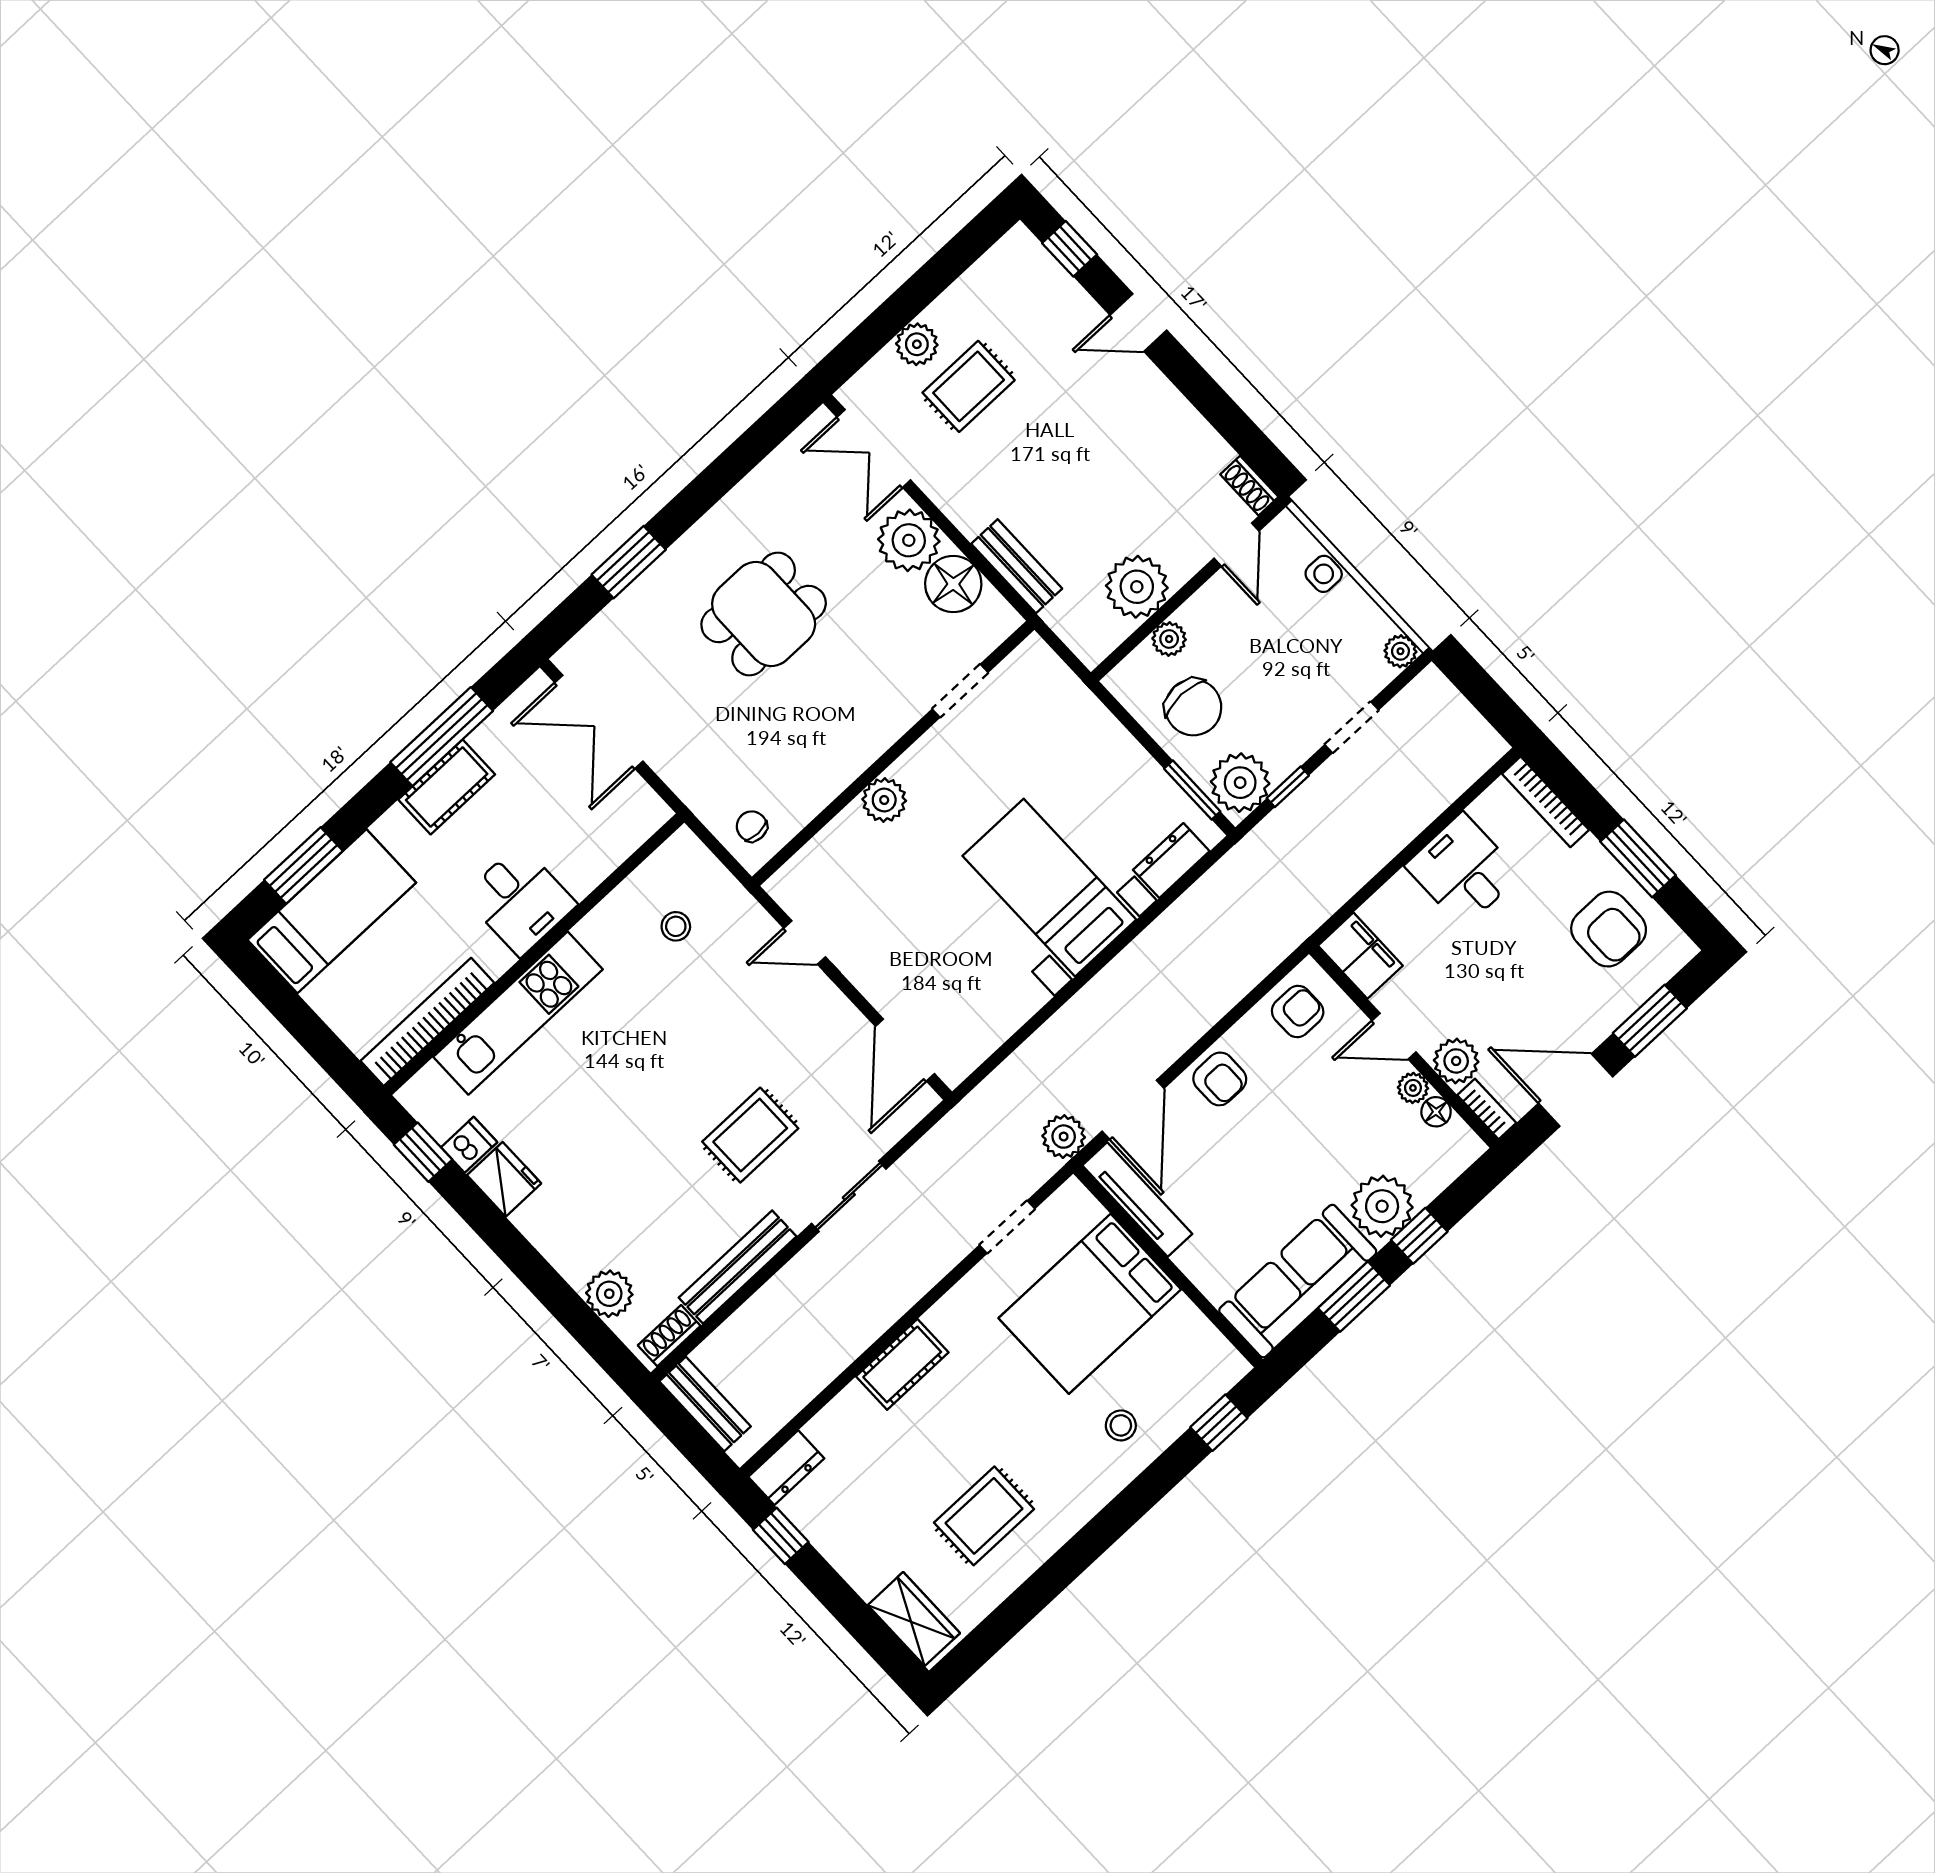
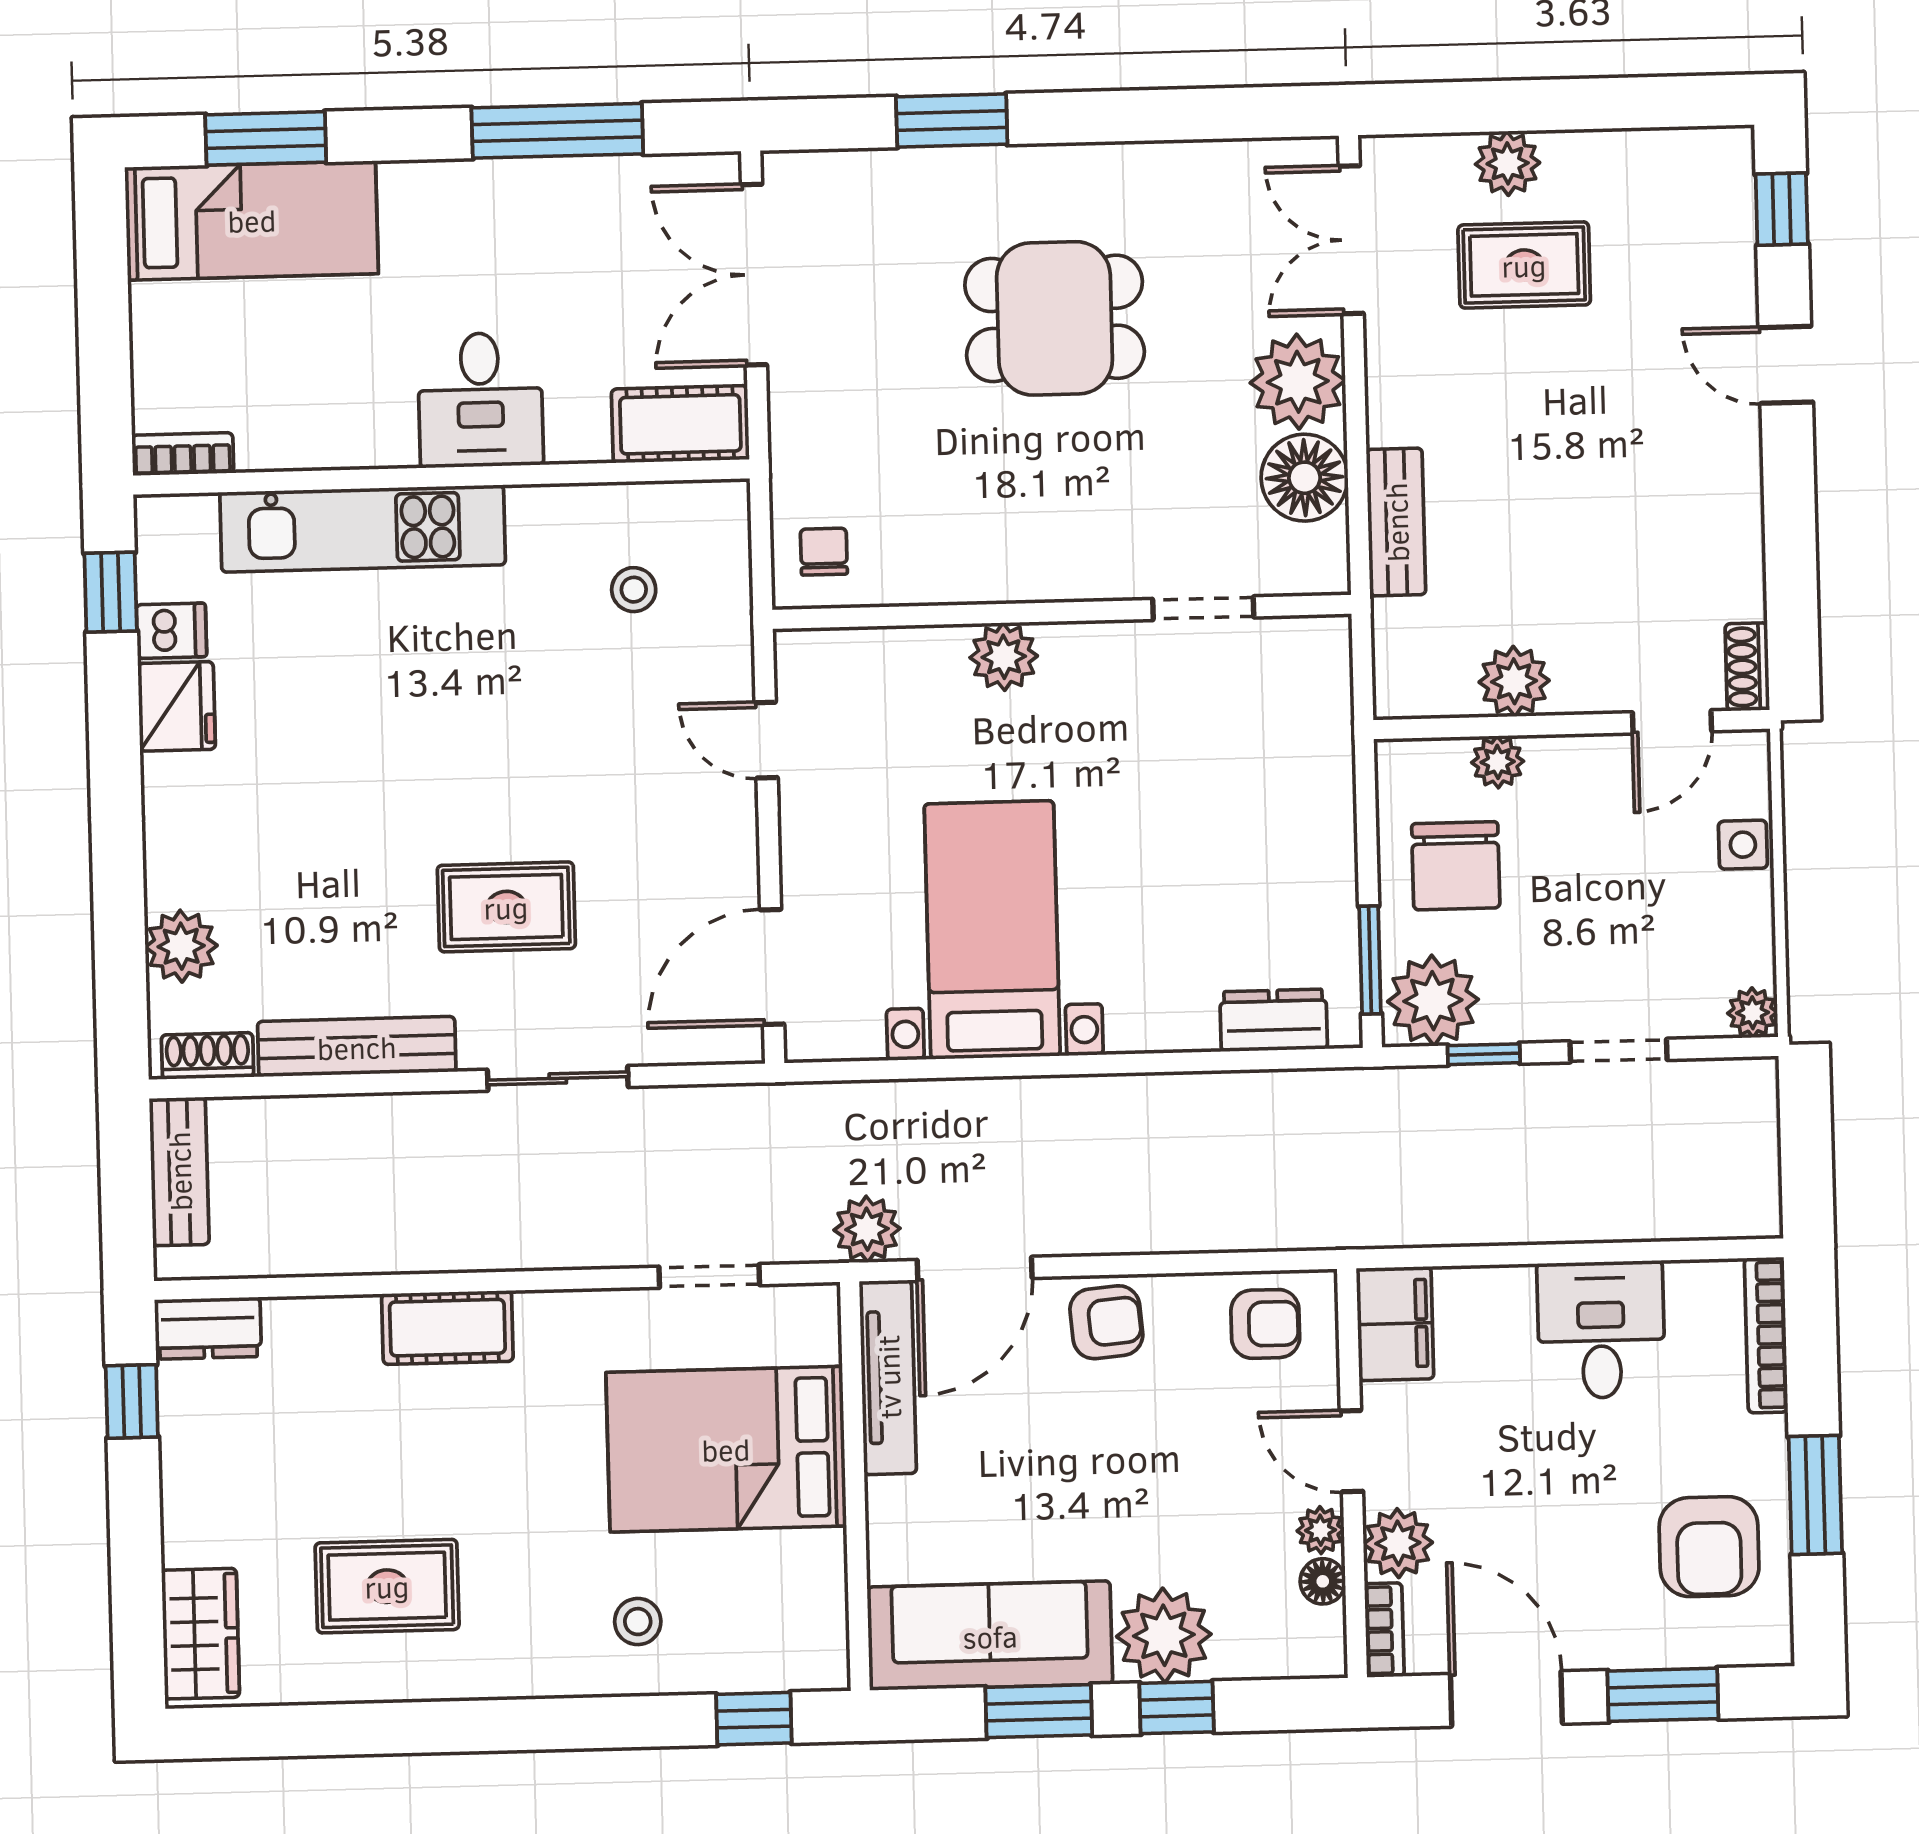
plant: (1137, 587) -> (1514, 681), width x0.73, depth x0.73
cot: (447, 787) -> (680, 424), moved
bed with nightstands: (1049, 888) -> (992, 930), moved
bookcase: (427, 1022) -> (183, 454), width x0.43, depth x0.76
armchair: (1220, 1079) -> (1106, 1322), turned -95

